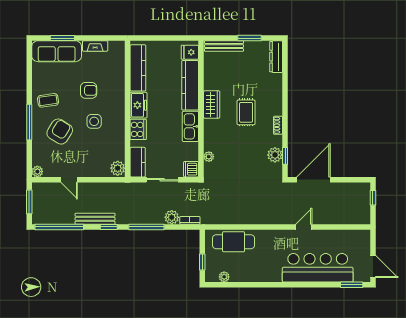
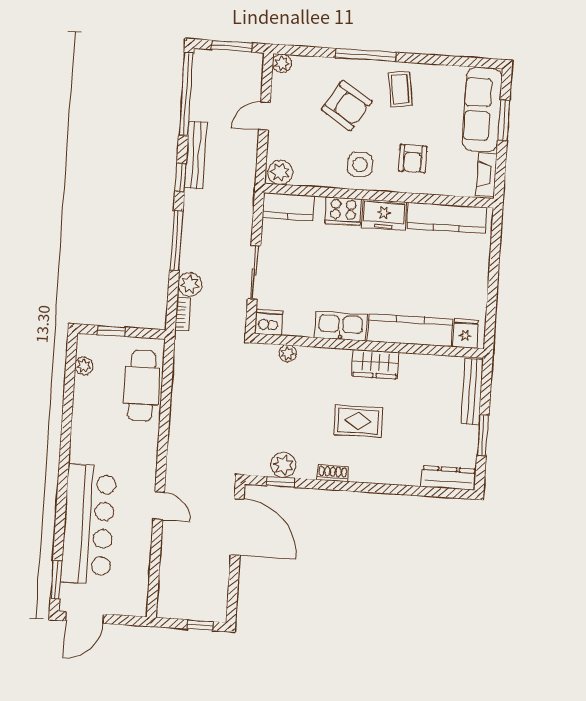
kitchen counter: (138, 68) -> (447, 218), moved
freezer: (139, 105) -> (384, 215), moved
wall: (128, 109) -> (379, 196), moved
cooker: (138, 129) -> (343, 211), moved
kitchen counter: (138, 162) -> (288, 207), moved
plant: (118, 168) -> (280, 172), moved

